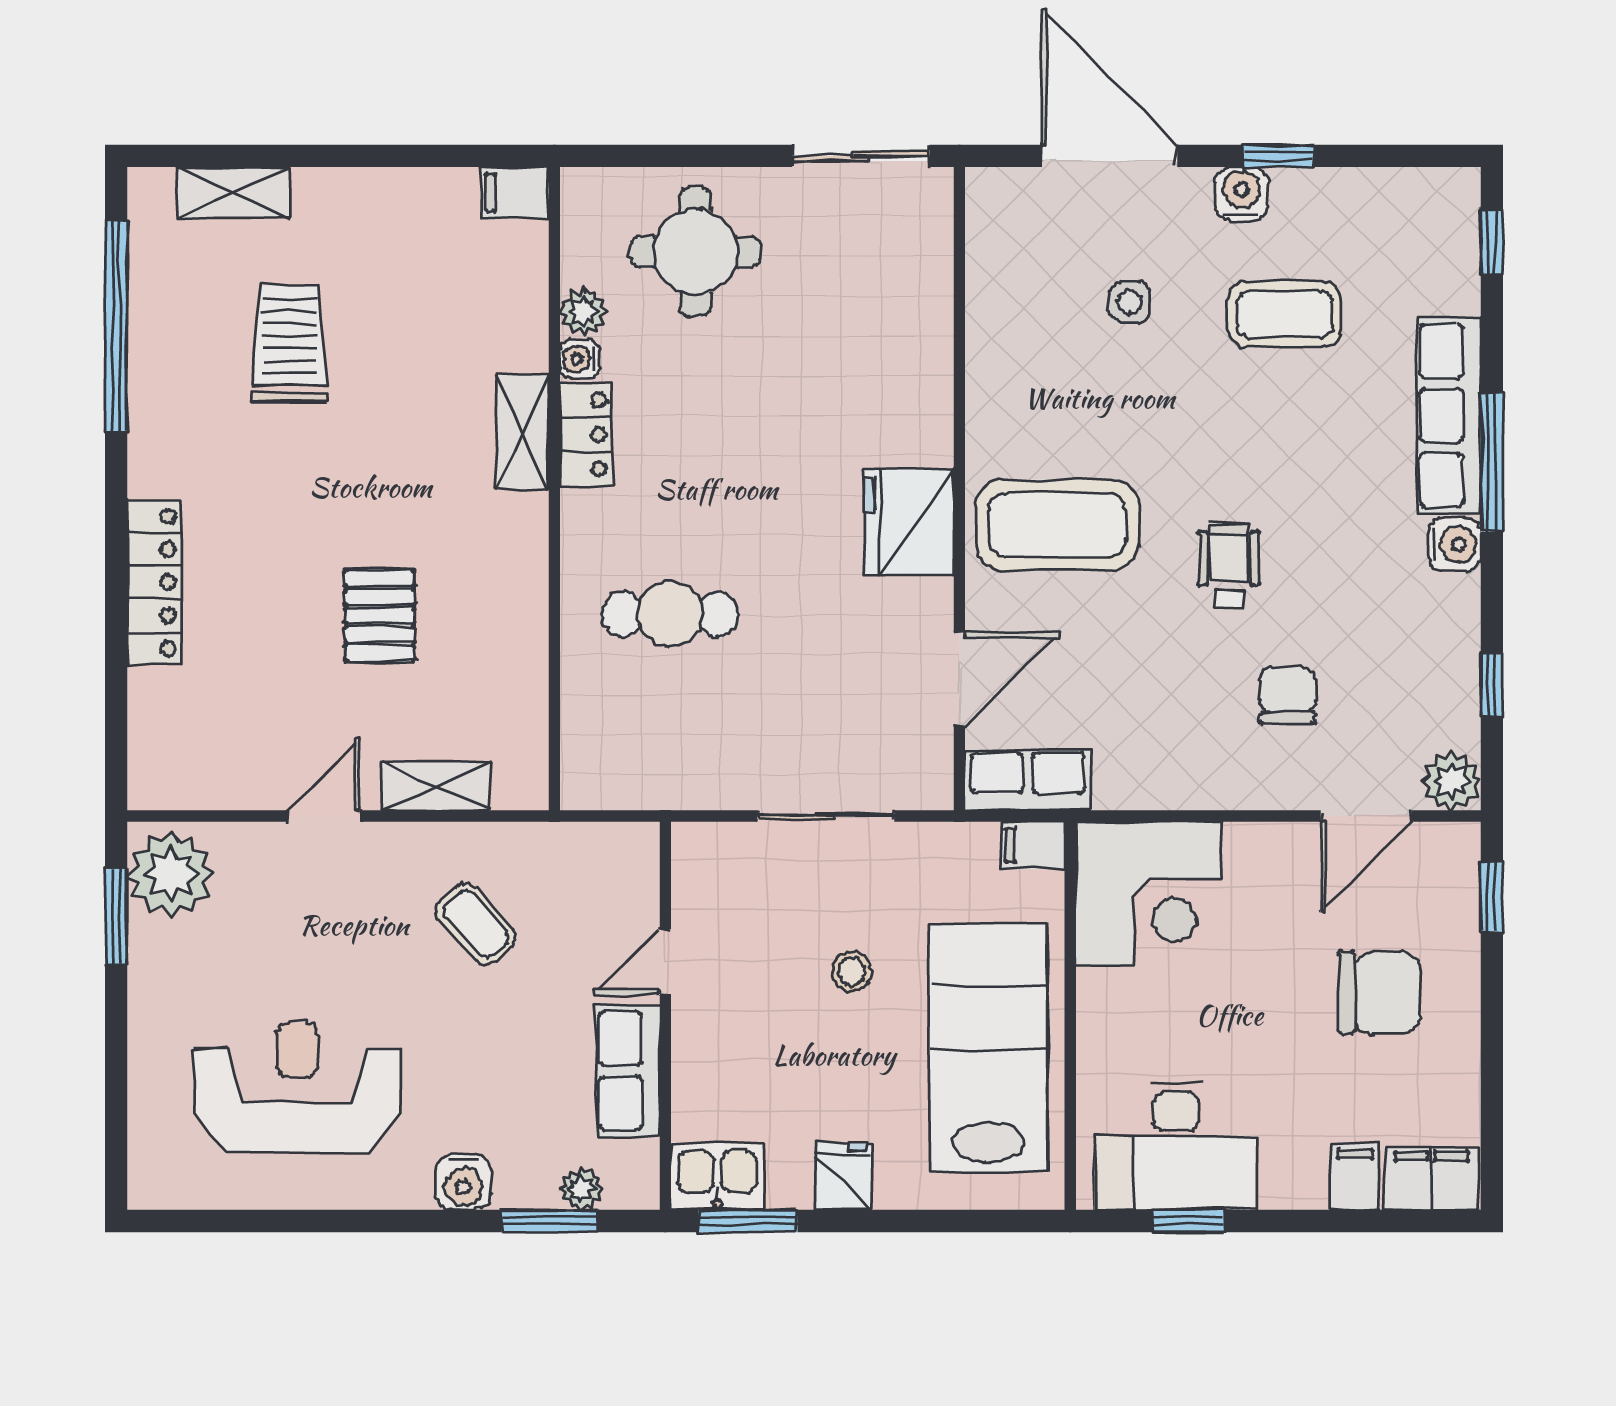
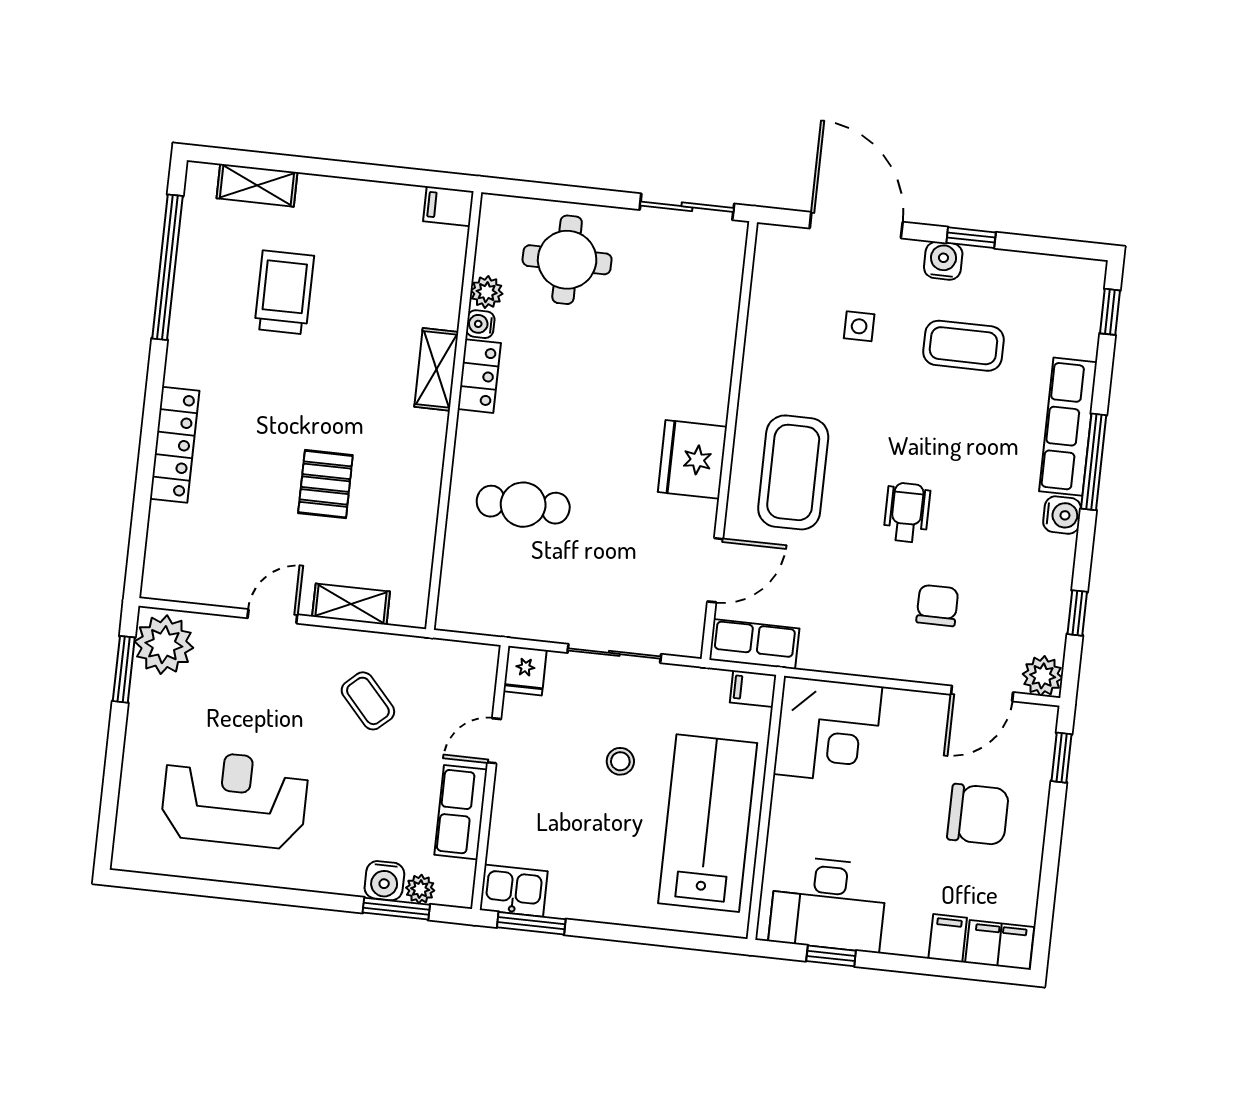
coffee table: (1057, 525) -> (793, 472), turned 90
fridge: (843, 1176) -> (525, 671), moved, turned 180
water cooler: (463, 1182) -> (384, 881), moved

